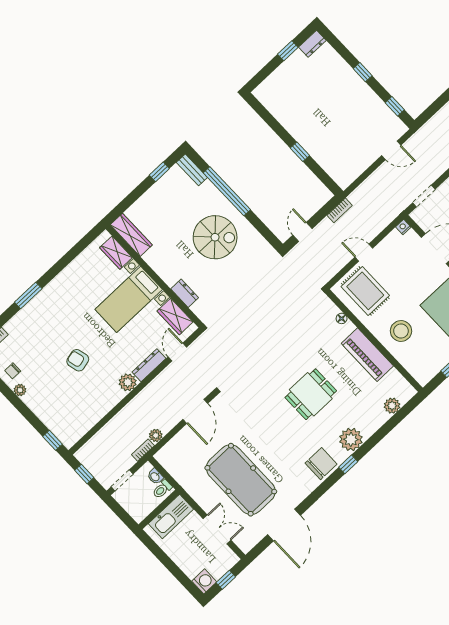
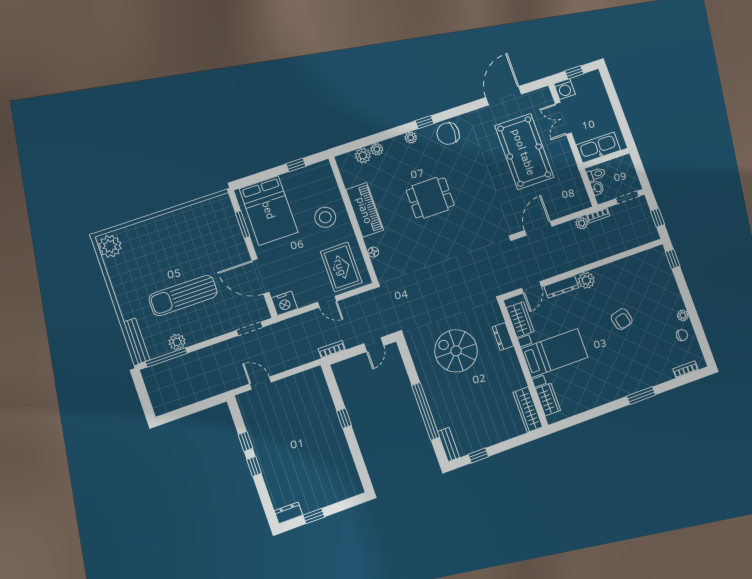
window: (395, 106) -> (245, 441), moved
nightstand: (403, 227) -> (284, 303), width x1.89, depth x1.79
spiral stairs: (215, 237) -> (456, 351), moved
plant: (382, 418) -> (377, 149), added
plant: (351, 439) -> (411, 138), width x0.53, depth x0.53
washing machine: (204, 581) -> (565, 89), moved, turned -90

